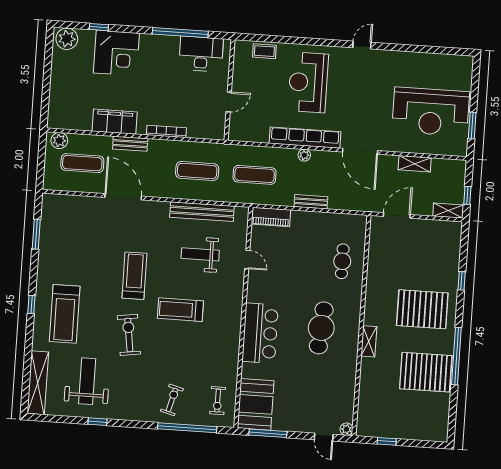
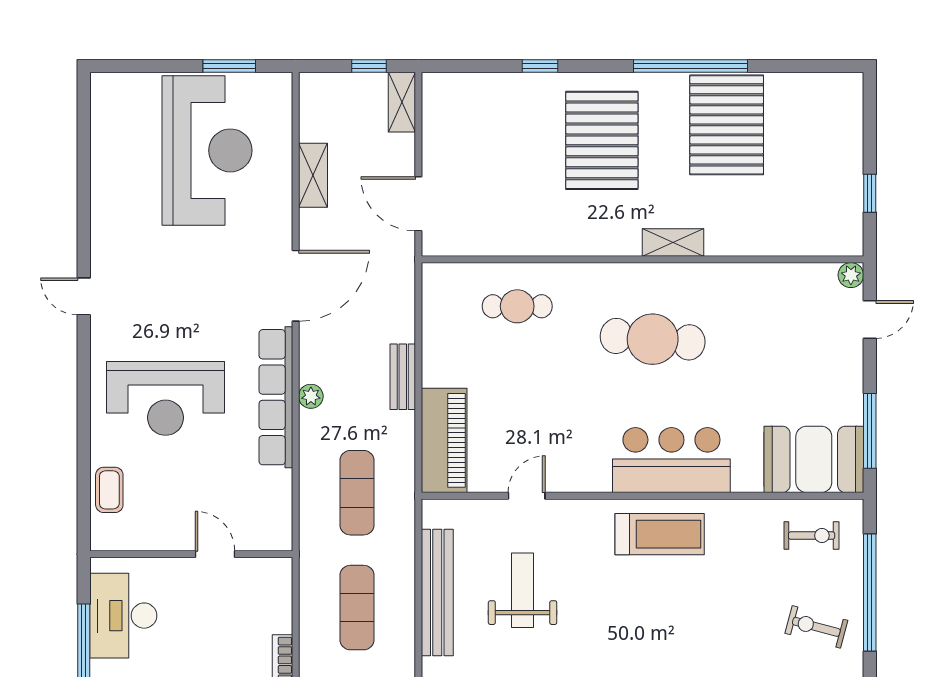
piano: (271, 217) -> (444, 440), width x1.37, depth x1.33
weight bench: (200, 254) -> (523, 590), turned 180
treadmill: (180, 310) -> (660, 534), moved, turned -90

